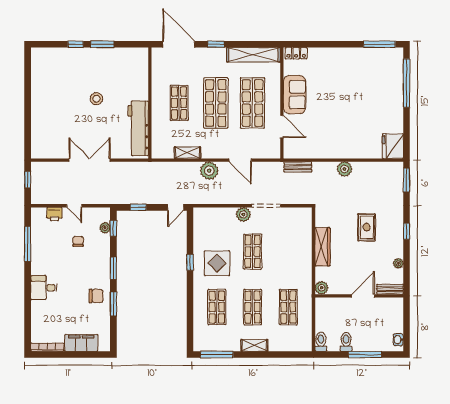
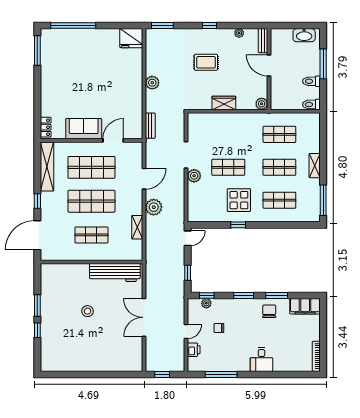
door: (176, 207) -> (188, 238), hinge flipped
wardrobe: (322, 247) -> (224, 103), width x0.67
washbasin: (398, 340) -> (304, 35), width x1.91, depth x1.45
filing cabinet: (81, 343) -> (305, 306), moved, turned -90

